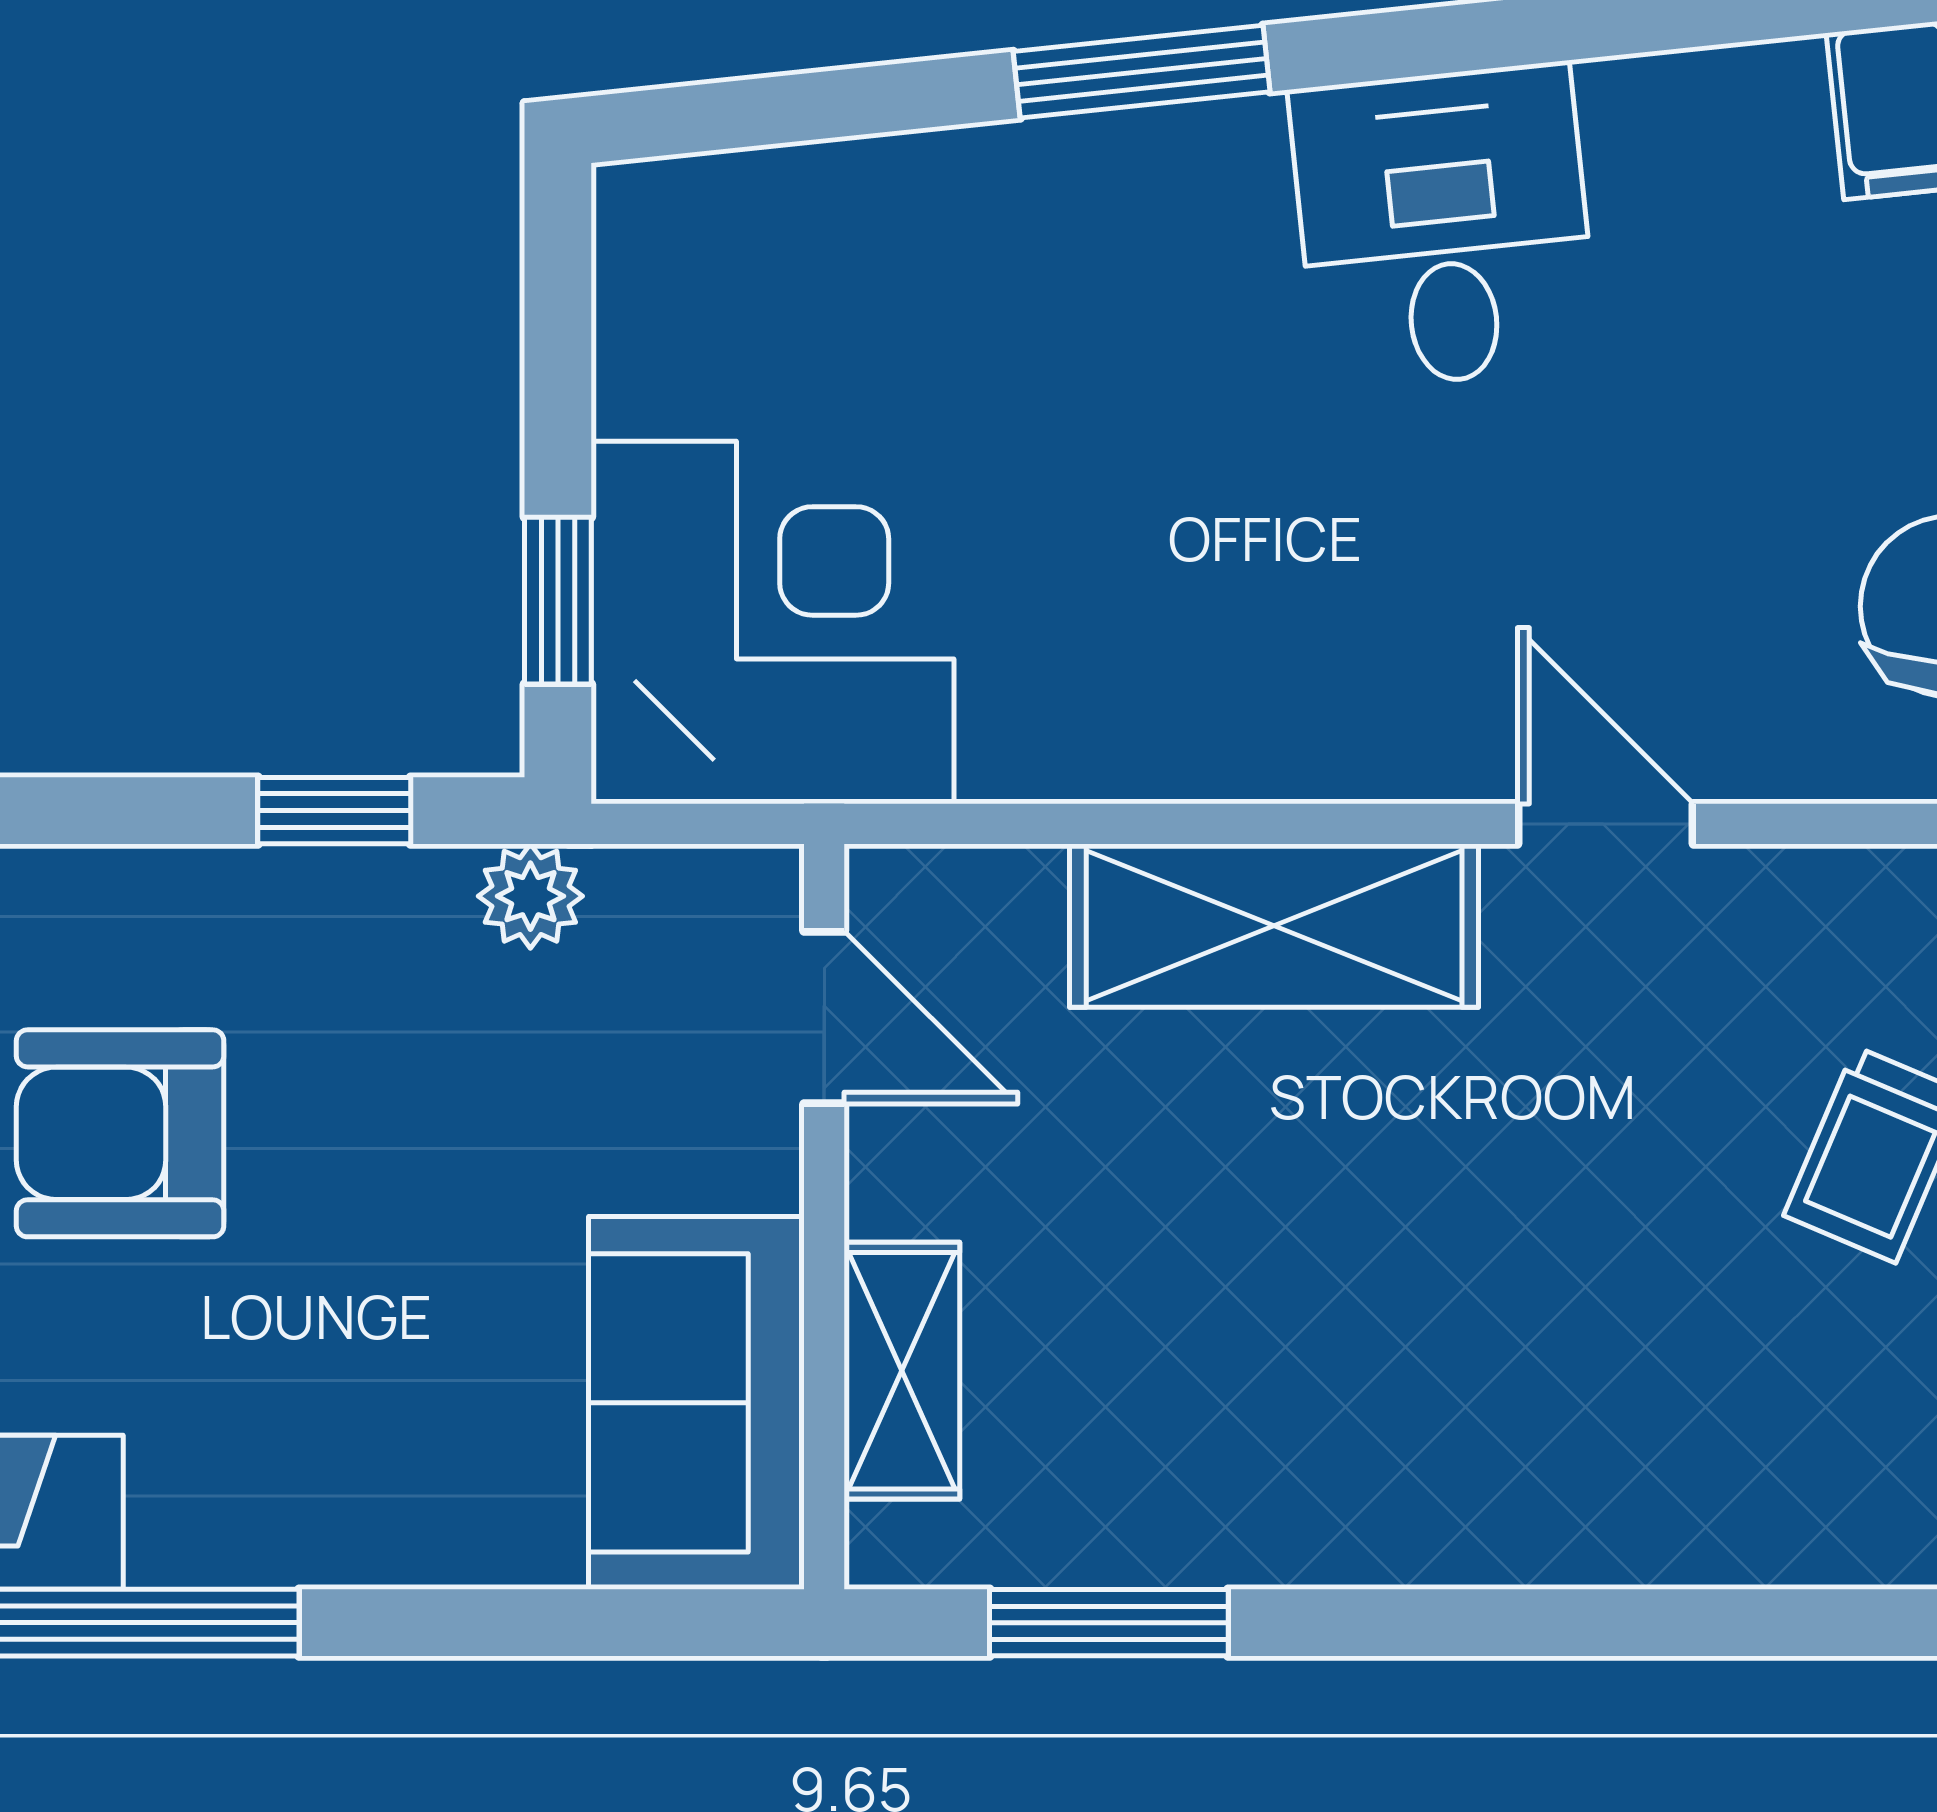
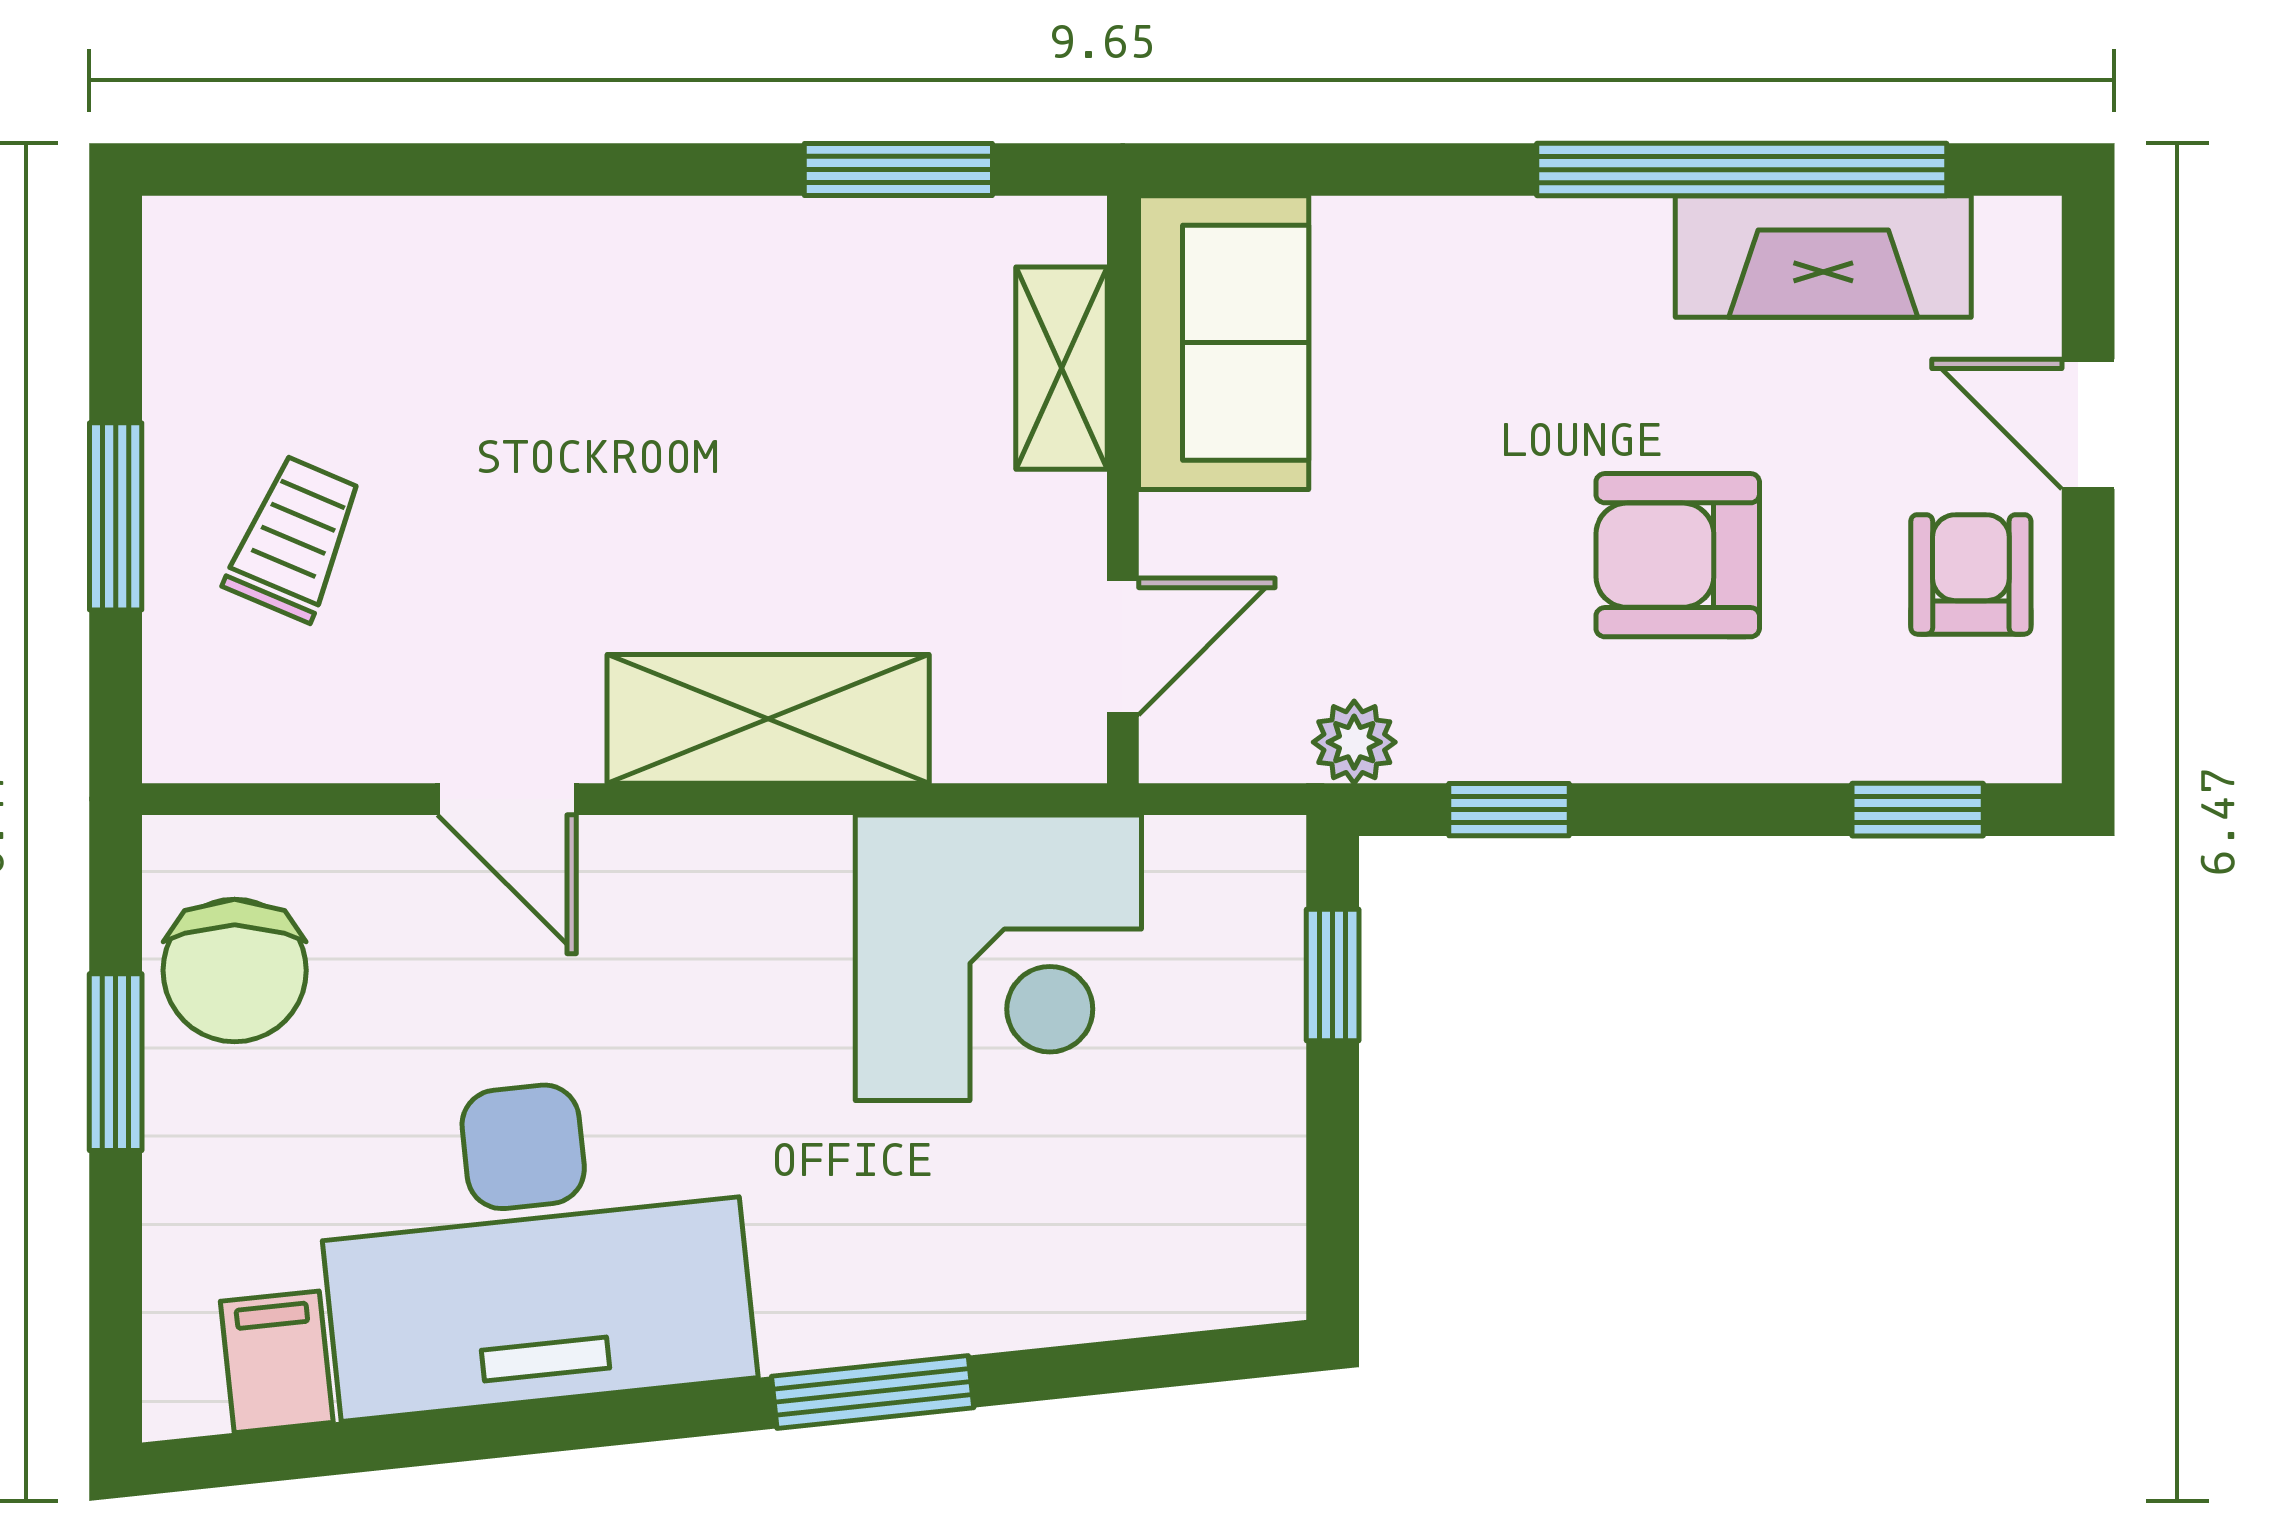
desk: (1444, 227) -> (533, 1244), width x1.87, depth x1.30
corner desk: (773, 623) -> (998, 958), moved, turned -90
door: (824, 1018) -> (1123, 646), swing flipped
armchair: (120, 1133) -> (1678, 555), turned 180

